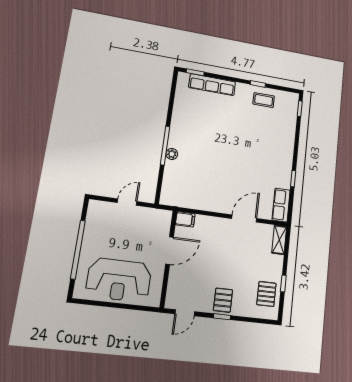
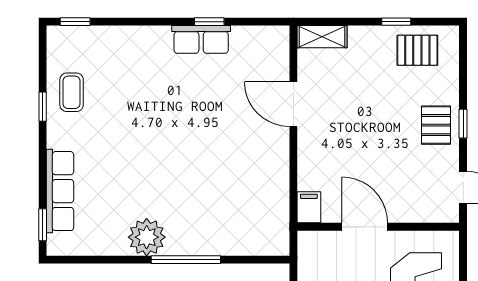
plant: (172, 154) -> (147, 237), moved, width x1.88, depth x1.88
row of seats: (281, 205) -> (201, 39), moved
pallet: (223, 300) -> (436, 125), turned 90

